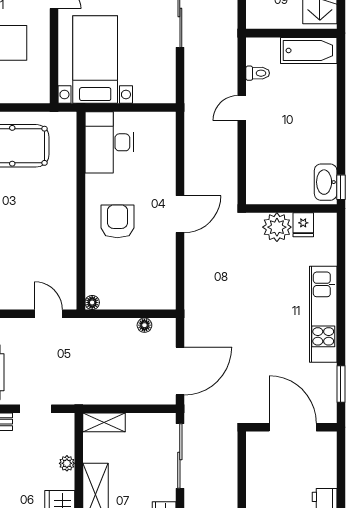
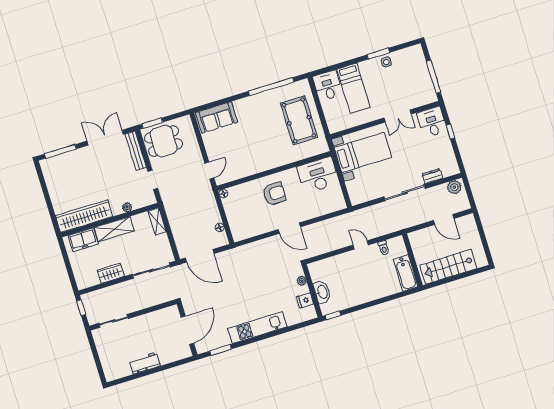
washbasin: (326, 182) -> (322, 292), moved, turned 90
plant: (277, 227) -> (302, 281), width x0.53, depth x0.53

